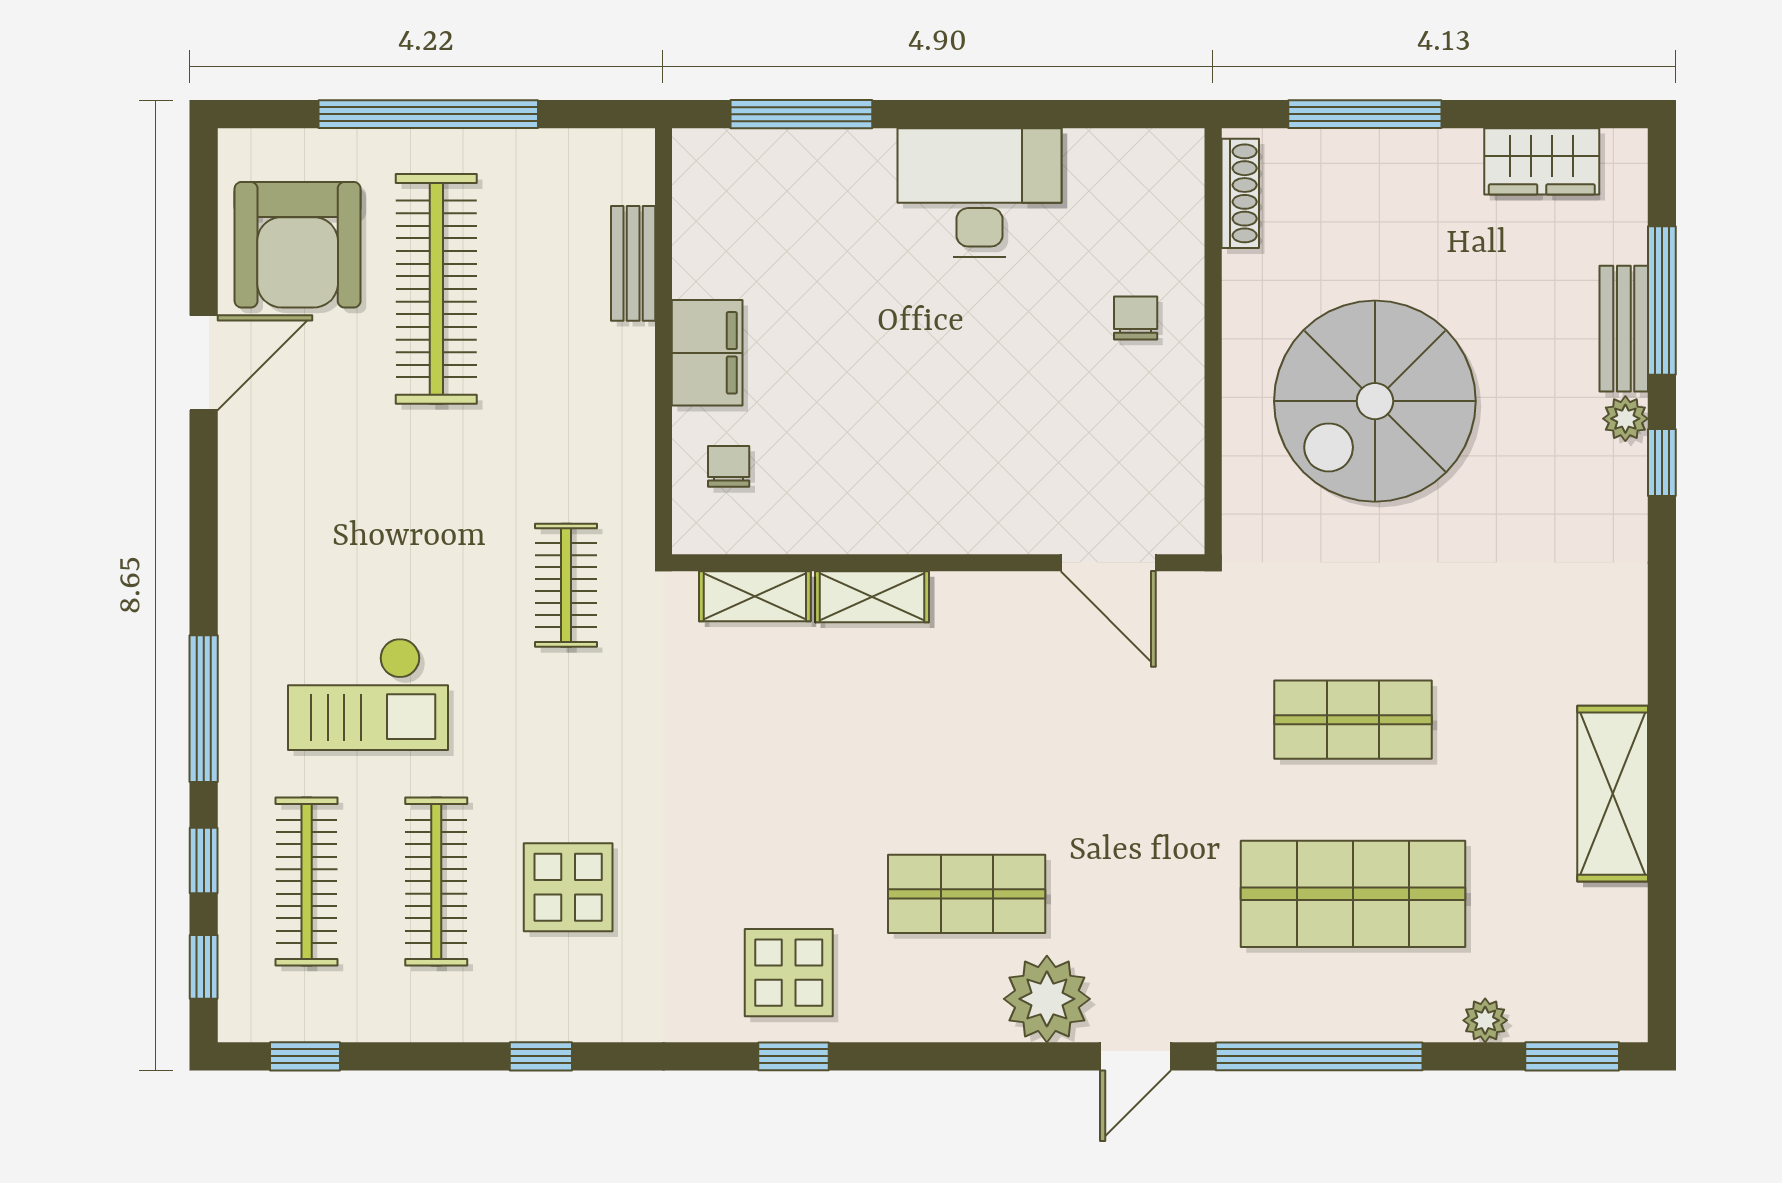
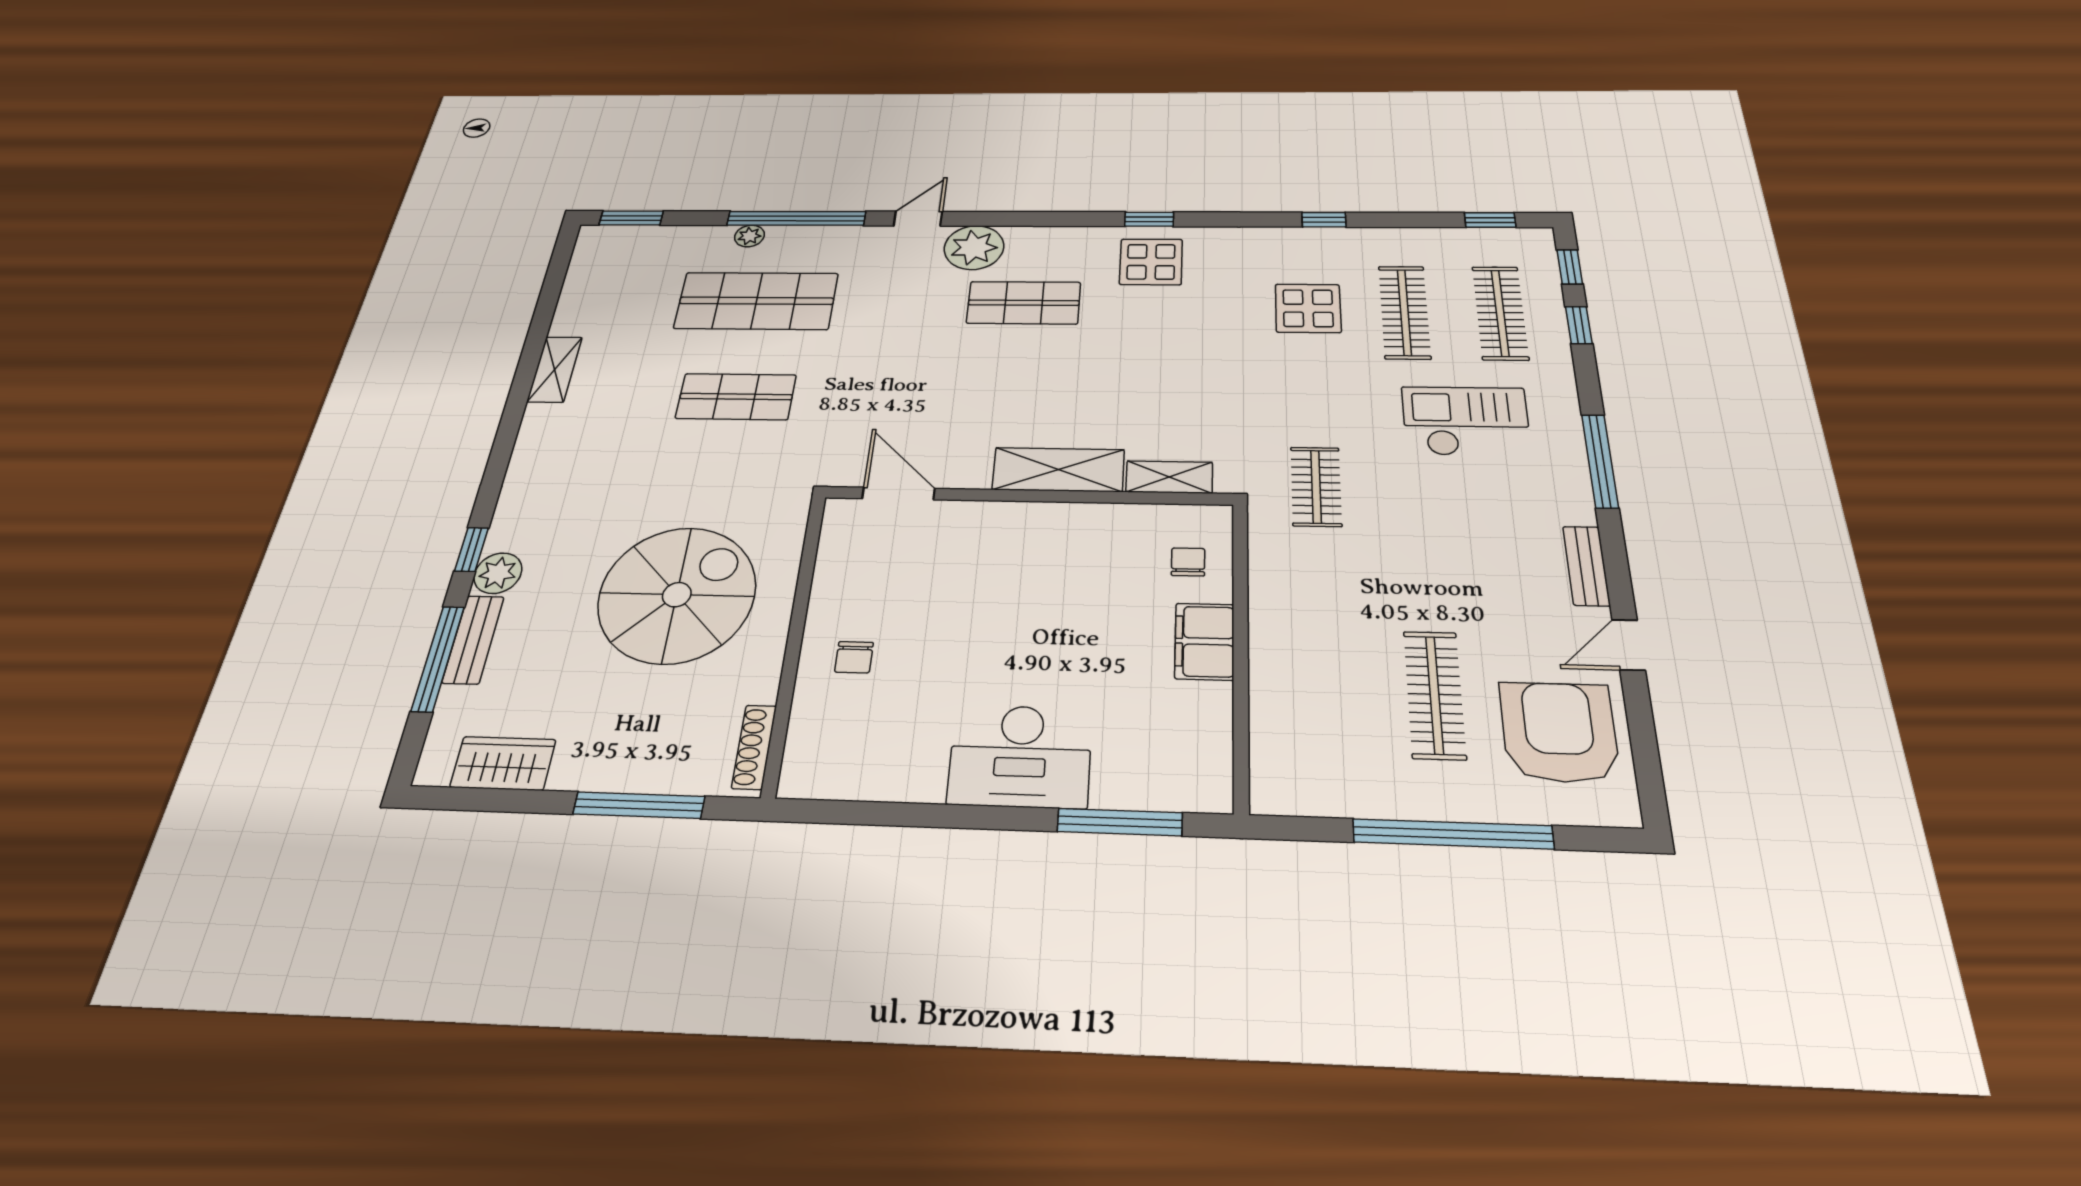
desk: (979, 192) -> (1020, 756), moved
bench: (633, 263) -> (1586, 566), moved
clothes rail: (436, 289) -> (1434, 694), width x0.73, depth x0.76
door: (204, 363) -> (1629, 645), width x0.73
plant: (1625, 419) -> (498, 573), width x1.38, depth x1.38
chair: (729, 466) -> (1188, 562), turned 180
shelving: (872, 597) -> (1058, 470), width x1.50, depth x1.33
window: (204, 709) -> (1600, 461), moved
shelving: (1613, 794) -> (555, 369), width x0.67, depth x0.75
plant: (1485, 1020) -> (749, 236), moved

